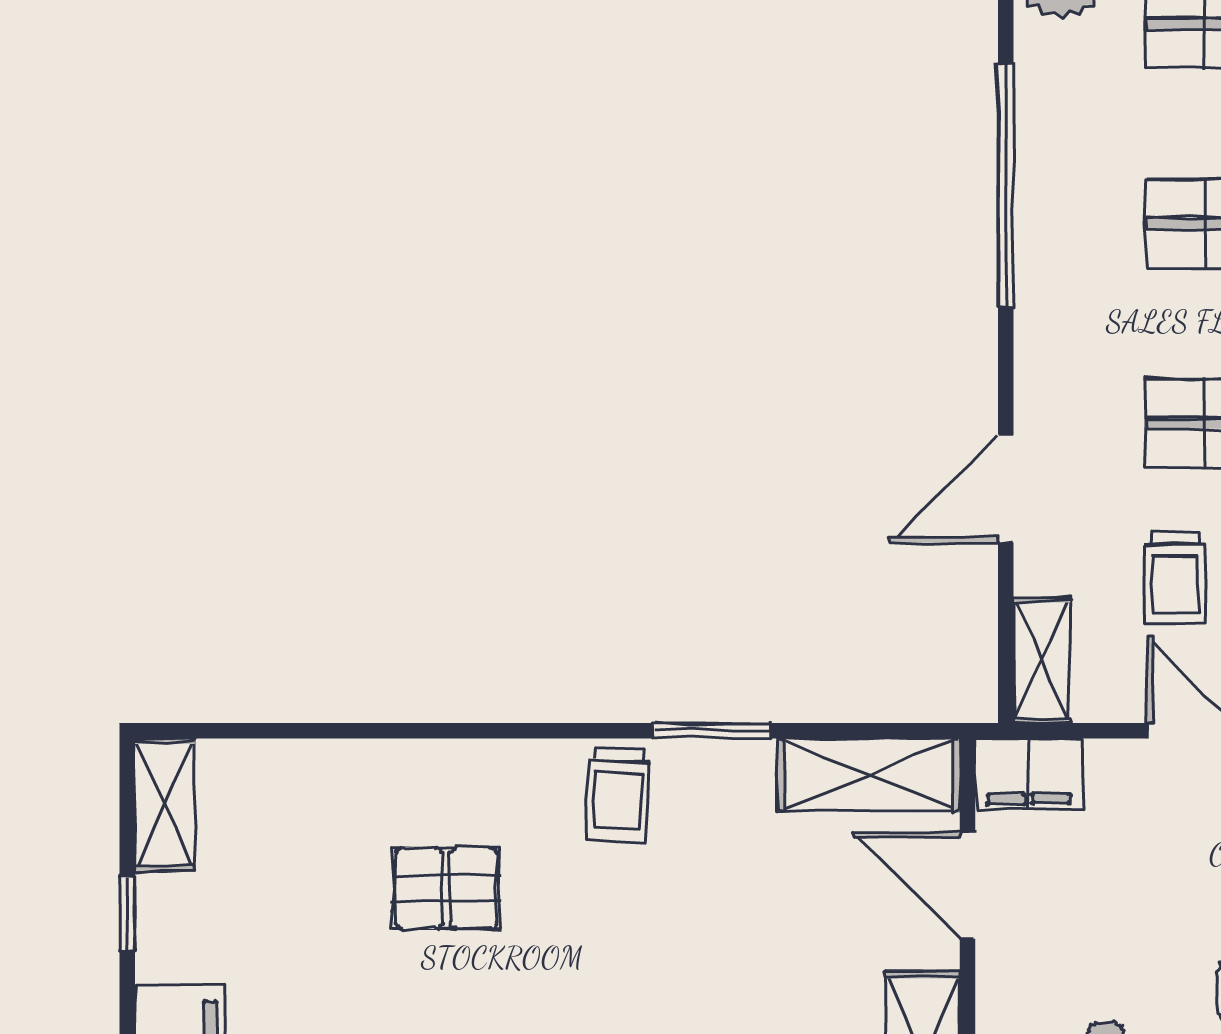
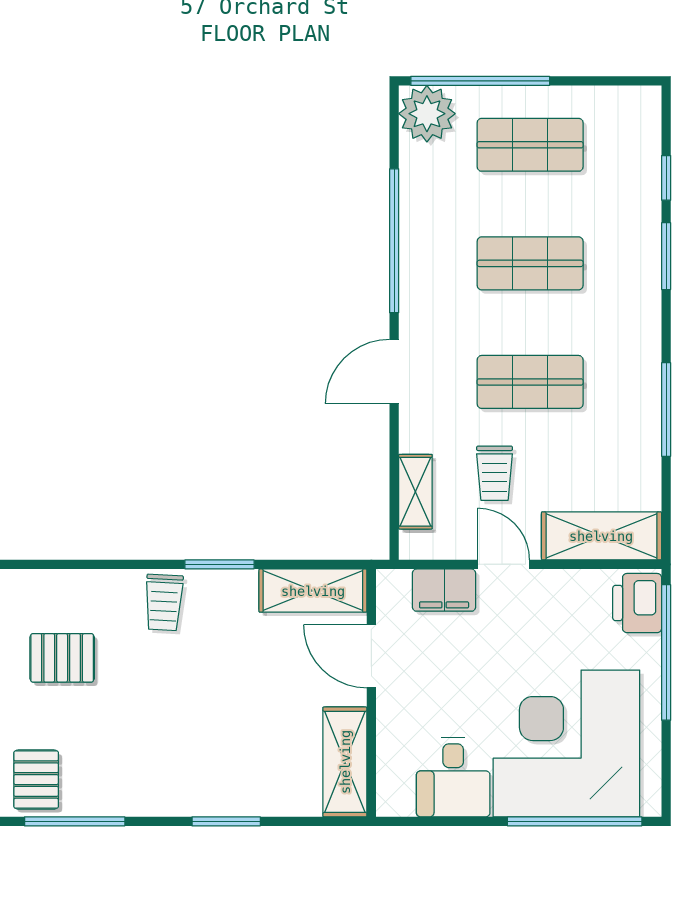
door: (1006, 489) -> (394, 371), moved
shelving: (1042, 660) -> (415, 492), moved
filing cabinet: (1029, 774) -> (444, 590), moved

